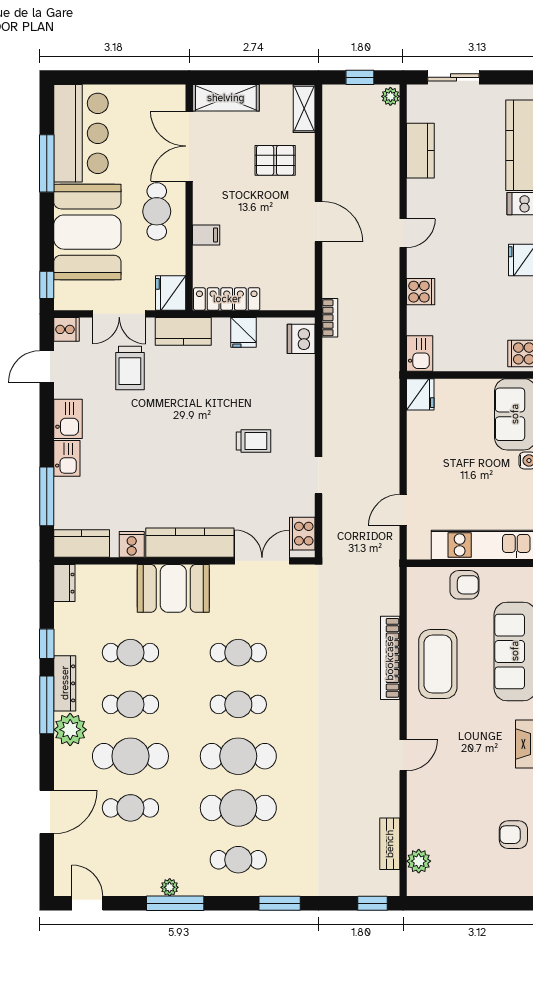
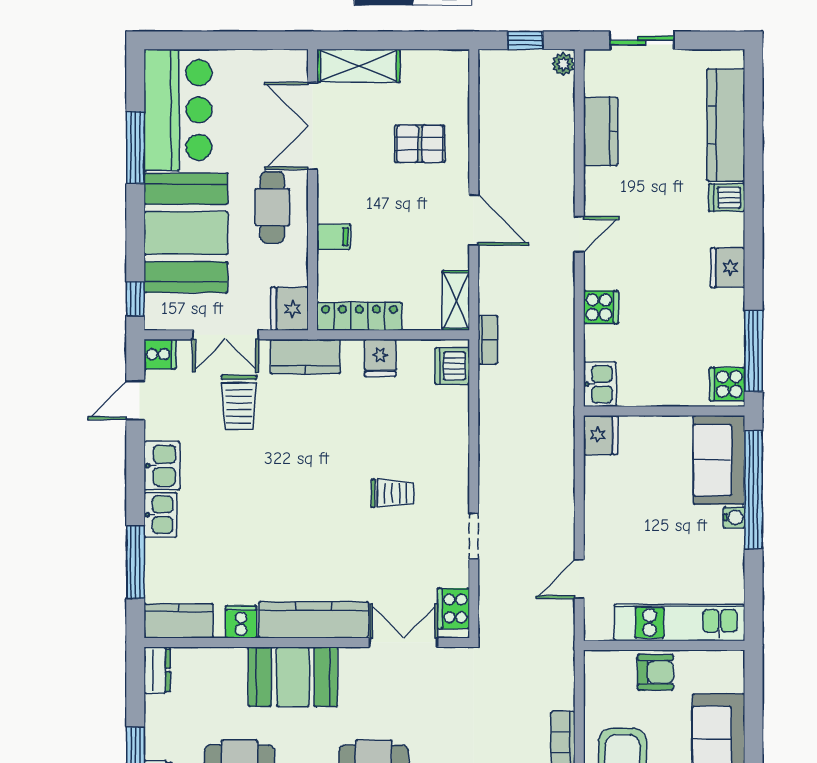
shelving: (304, 108) -> (456, 300), moved

